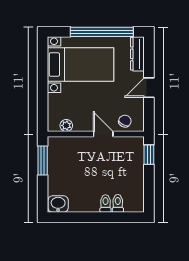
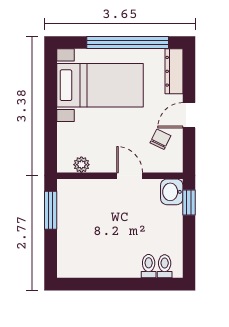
chair: (125, 121) -> (160, 139), moved
washbasin: (58, 204) -> (172, 192), moved, turned -90
toilet: (105, 204) -> (165, 266), moved

